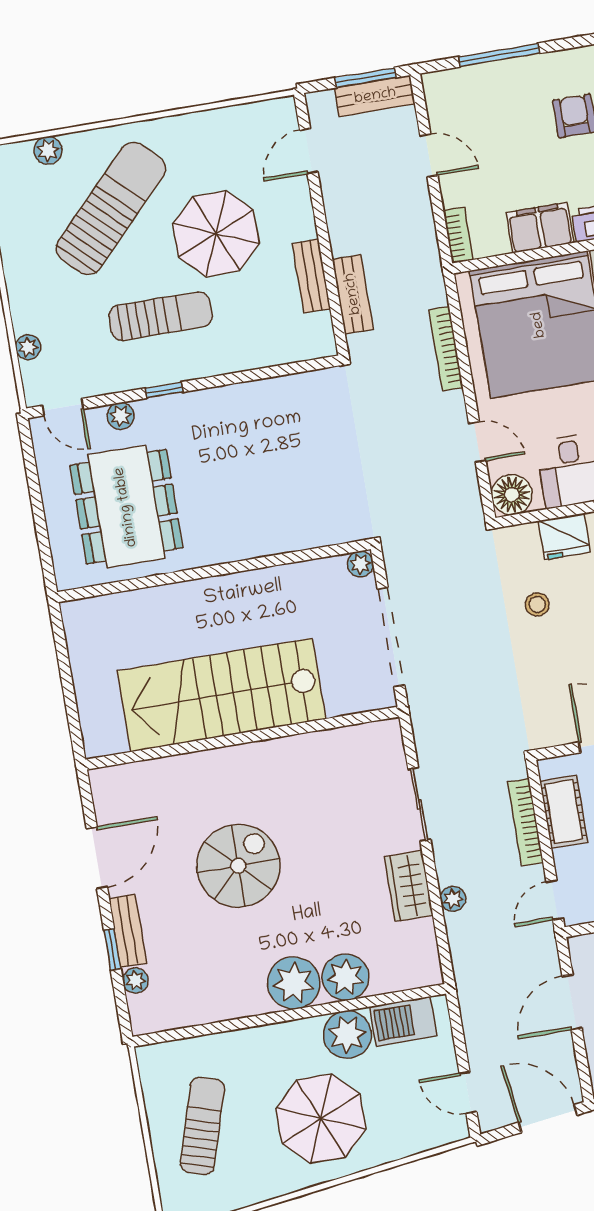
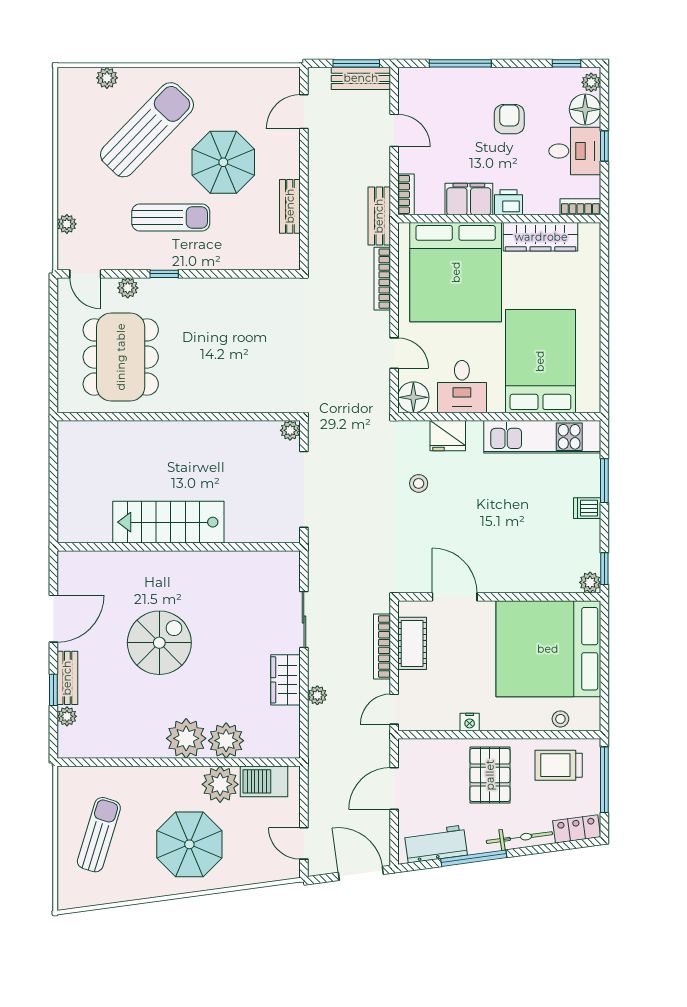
bench: (353, 294) -> (379, 216), moved
stairs: (221, 695) -> (168, 522), width x0.73, depth x0.66

